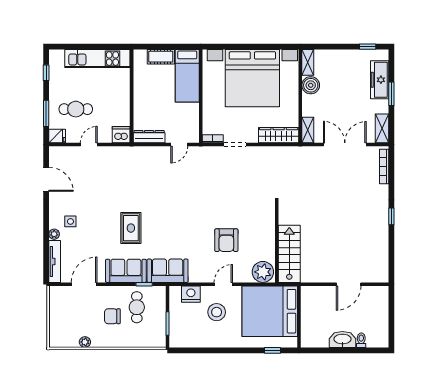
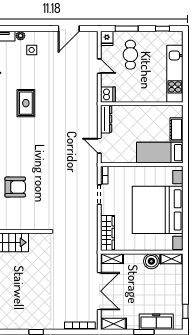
rug: (131, 228) -> (26, 103), turned 90
armchair: (226, 240) -> (15, 187), turned 180

